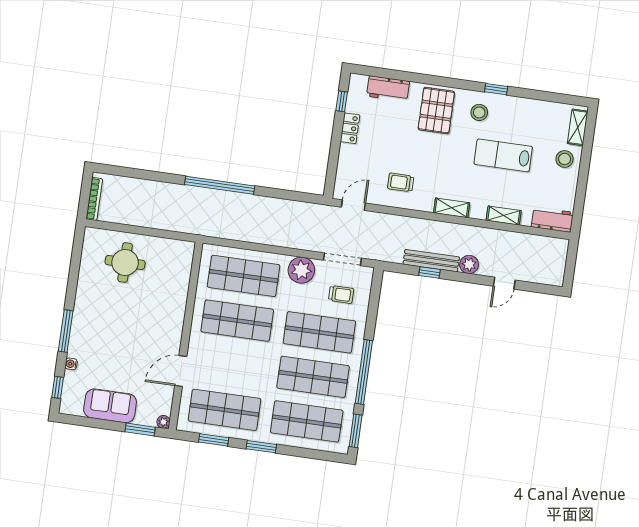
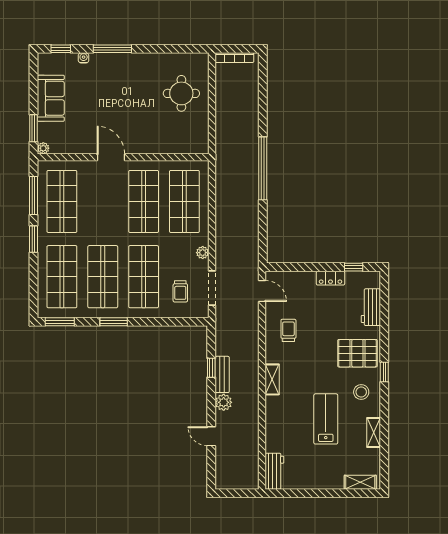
window: (496, 89) -> (384, 372), moved
stool: (565, 159) -> (330, 474), removed
shelving: (504, 216) -> (374, 433), moved
bench: (431, 261) -> (222, 374), width x0.73
plant: (301, 270) -> (203, 253), width x0.53, depth x0.53
door: (181, 371) -> (111, 157), moved
window: (364, 372) -> (114, 322), width x0.47
window: (214, 440) -> (34, 196), width x1.44

